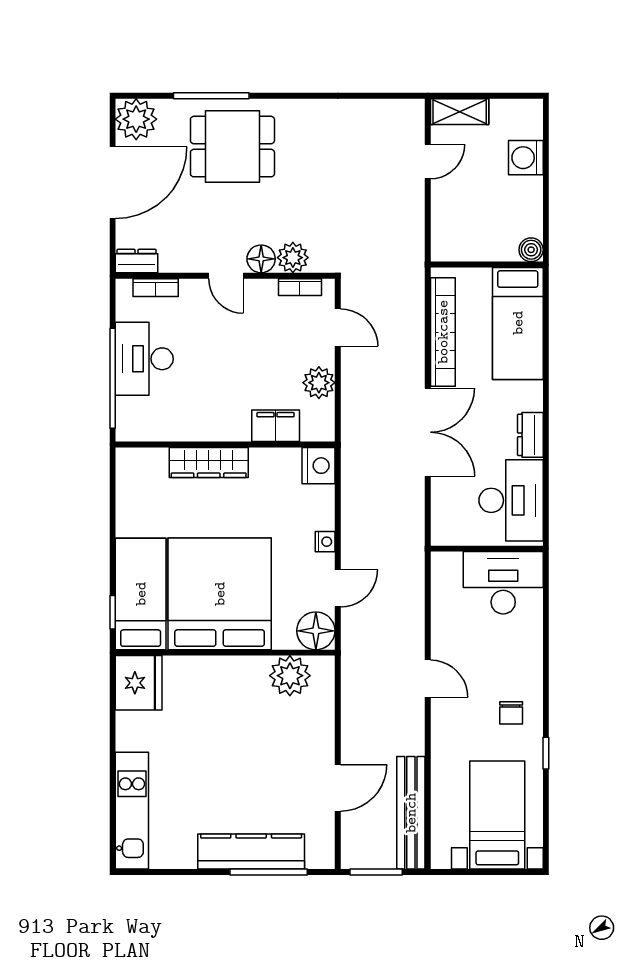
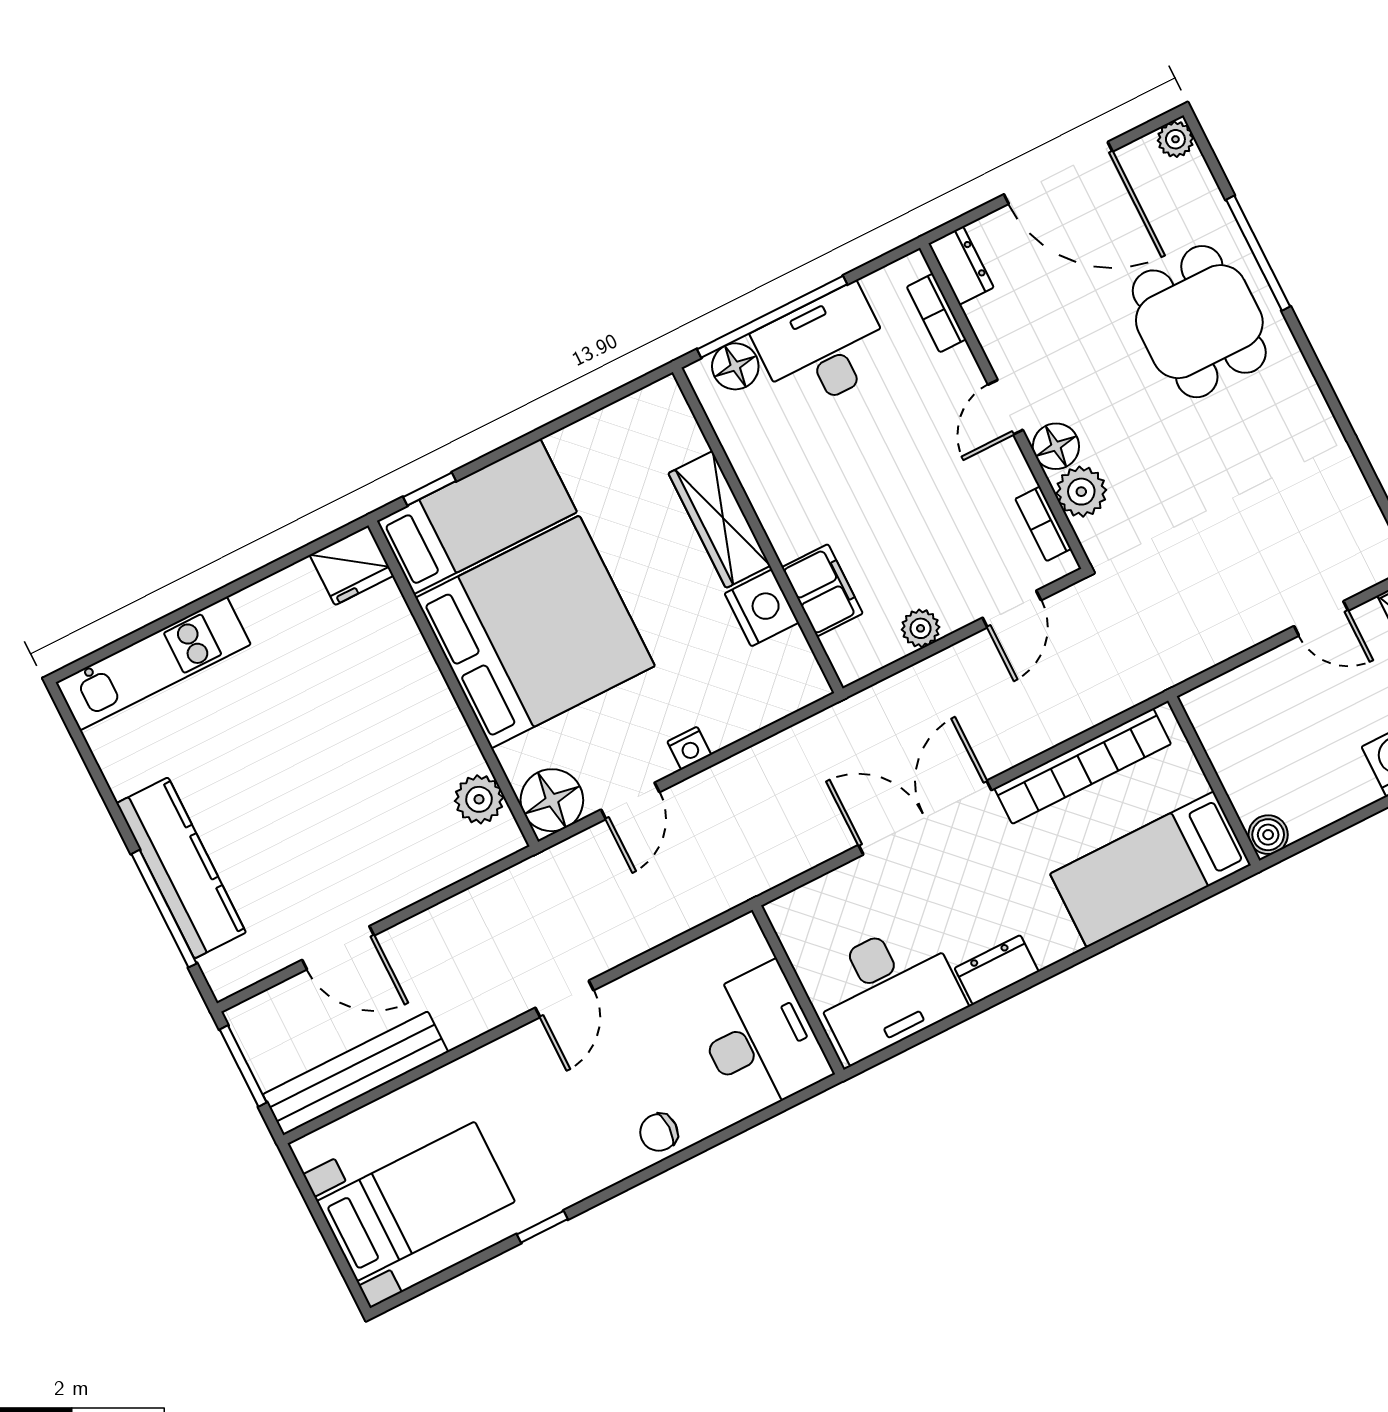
plant: (136, 119) -> (1175, 139), width x0.53, depth x0.53
plant: (319, 383) -> (921, 628), width x0.73, depth x0.73
floor lamp: (130, 412) -> (735, 366), added
double door: (428, 432) -> (925, 818), swing flipped
nightstand: (318, 466) -> (762, 608), moved, turned -90
door: (338, 588) -> (630, 801), hinge flipped
plant: (290, 676) -> (479, 799), width x0.73, depth x0.73
fridge: (139, 683) -> (352, 565), width x0.73, depth x0.75
chair: (511, 713) -> (659, 1132), moved

